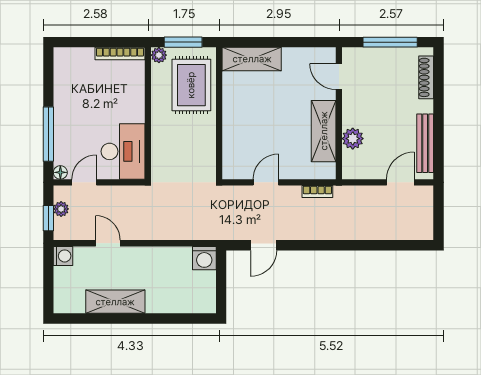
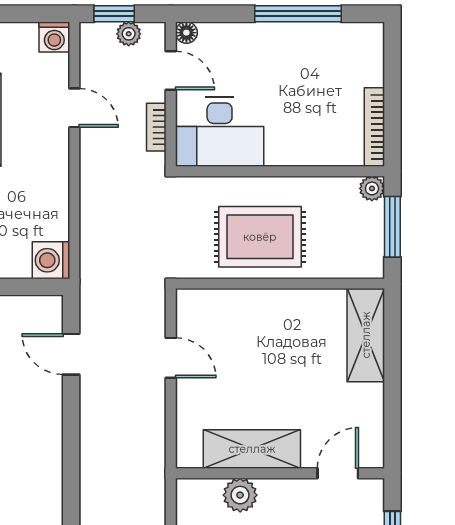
rug: (191, 85) -> (260, 237), moved
window: (48, 134) -> (298, 14), moved
bookcase: (317, 191) -> (156, 127), moved
door: (108, 243) -> (74, 108), hinge flipped

